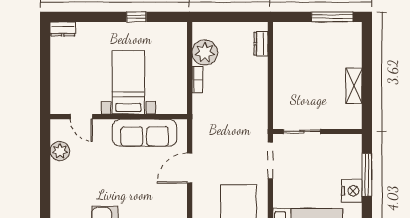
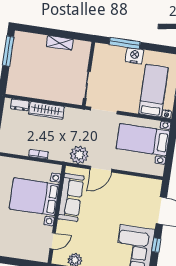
plant: (205, 53) -> (79, 155), moved
wardrobe: (259, 81) -> (46, 110), added
bed with nightstands: (128, 82) -> (34, 197), width x1.36
door: (190, 168) -> (101, 169), hinge flipped

